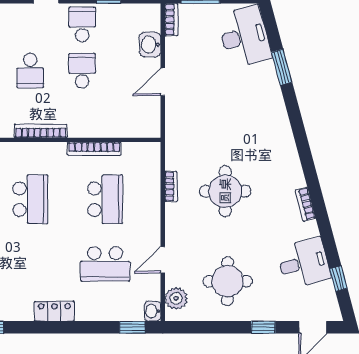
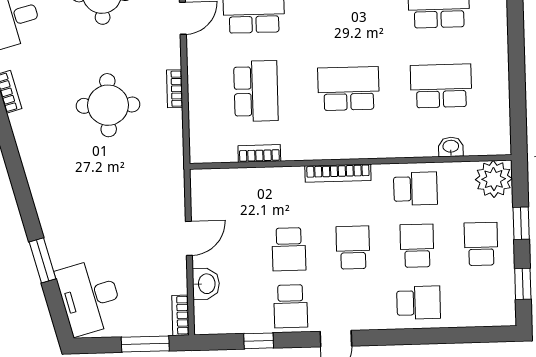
bookcase: (94, 149) -> (259, 153), width x0.64
bookcase: (171, 187) -> (175, 89), moved
school desk: (30, 199) -> (349, 88), turned 90
school desk: (105, 199) -> (256, 91), turned 180

